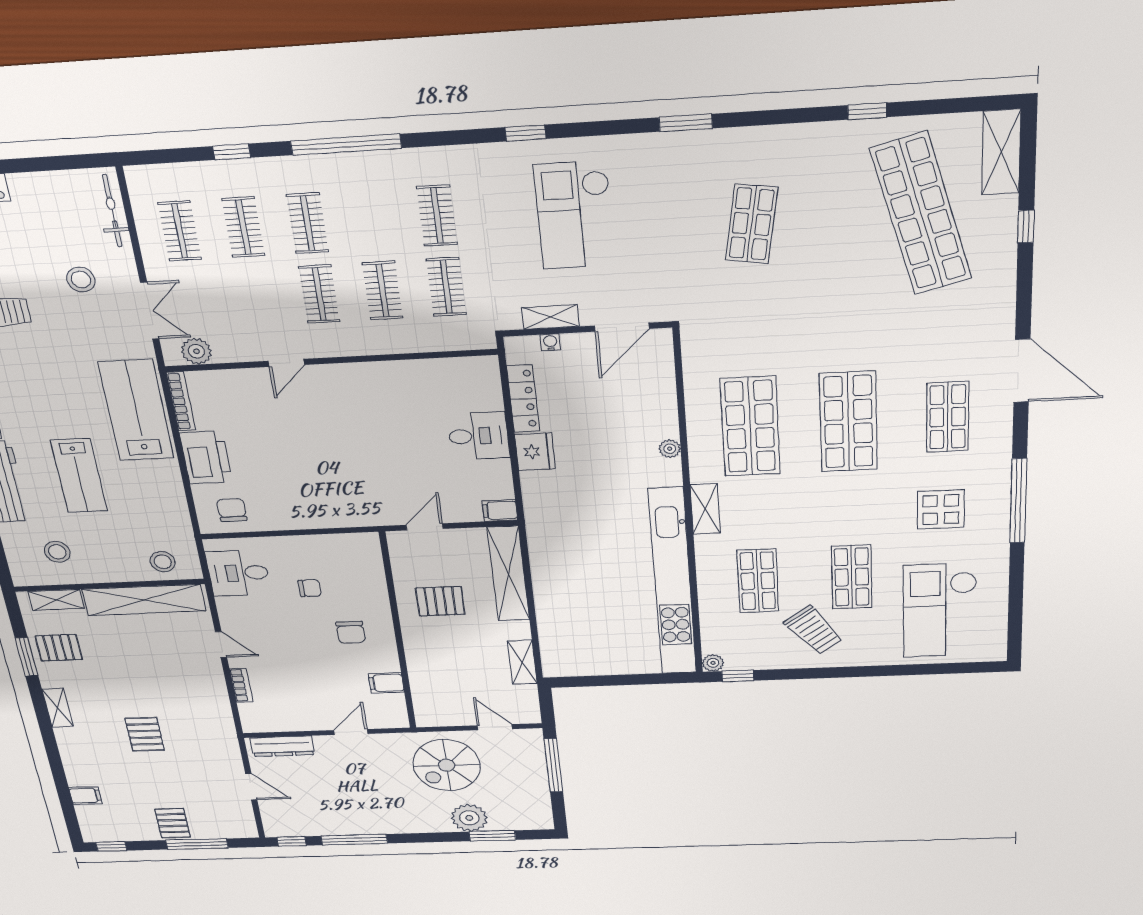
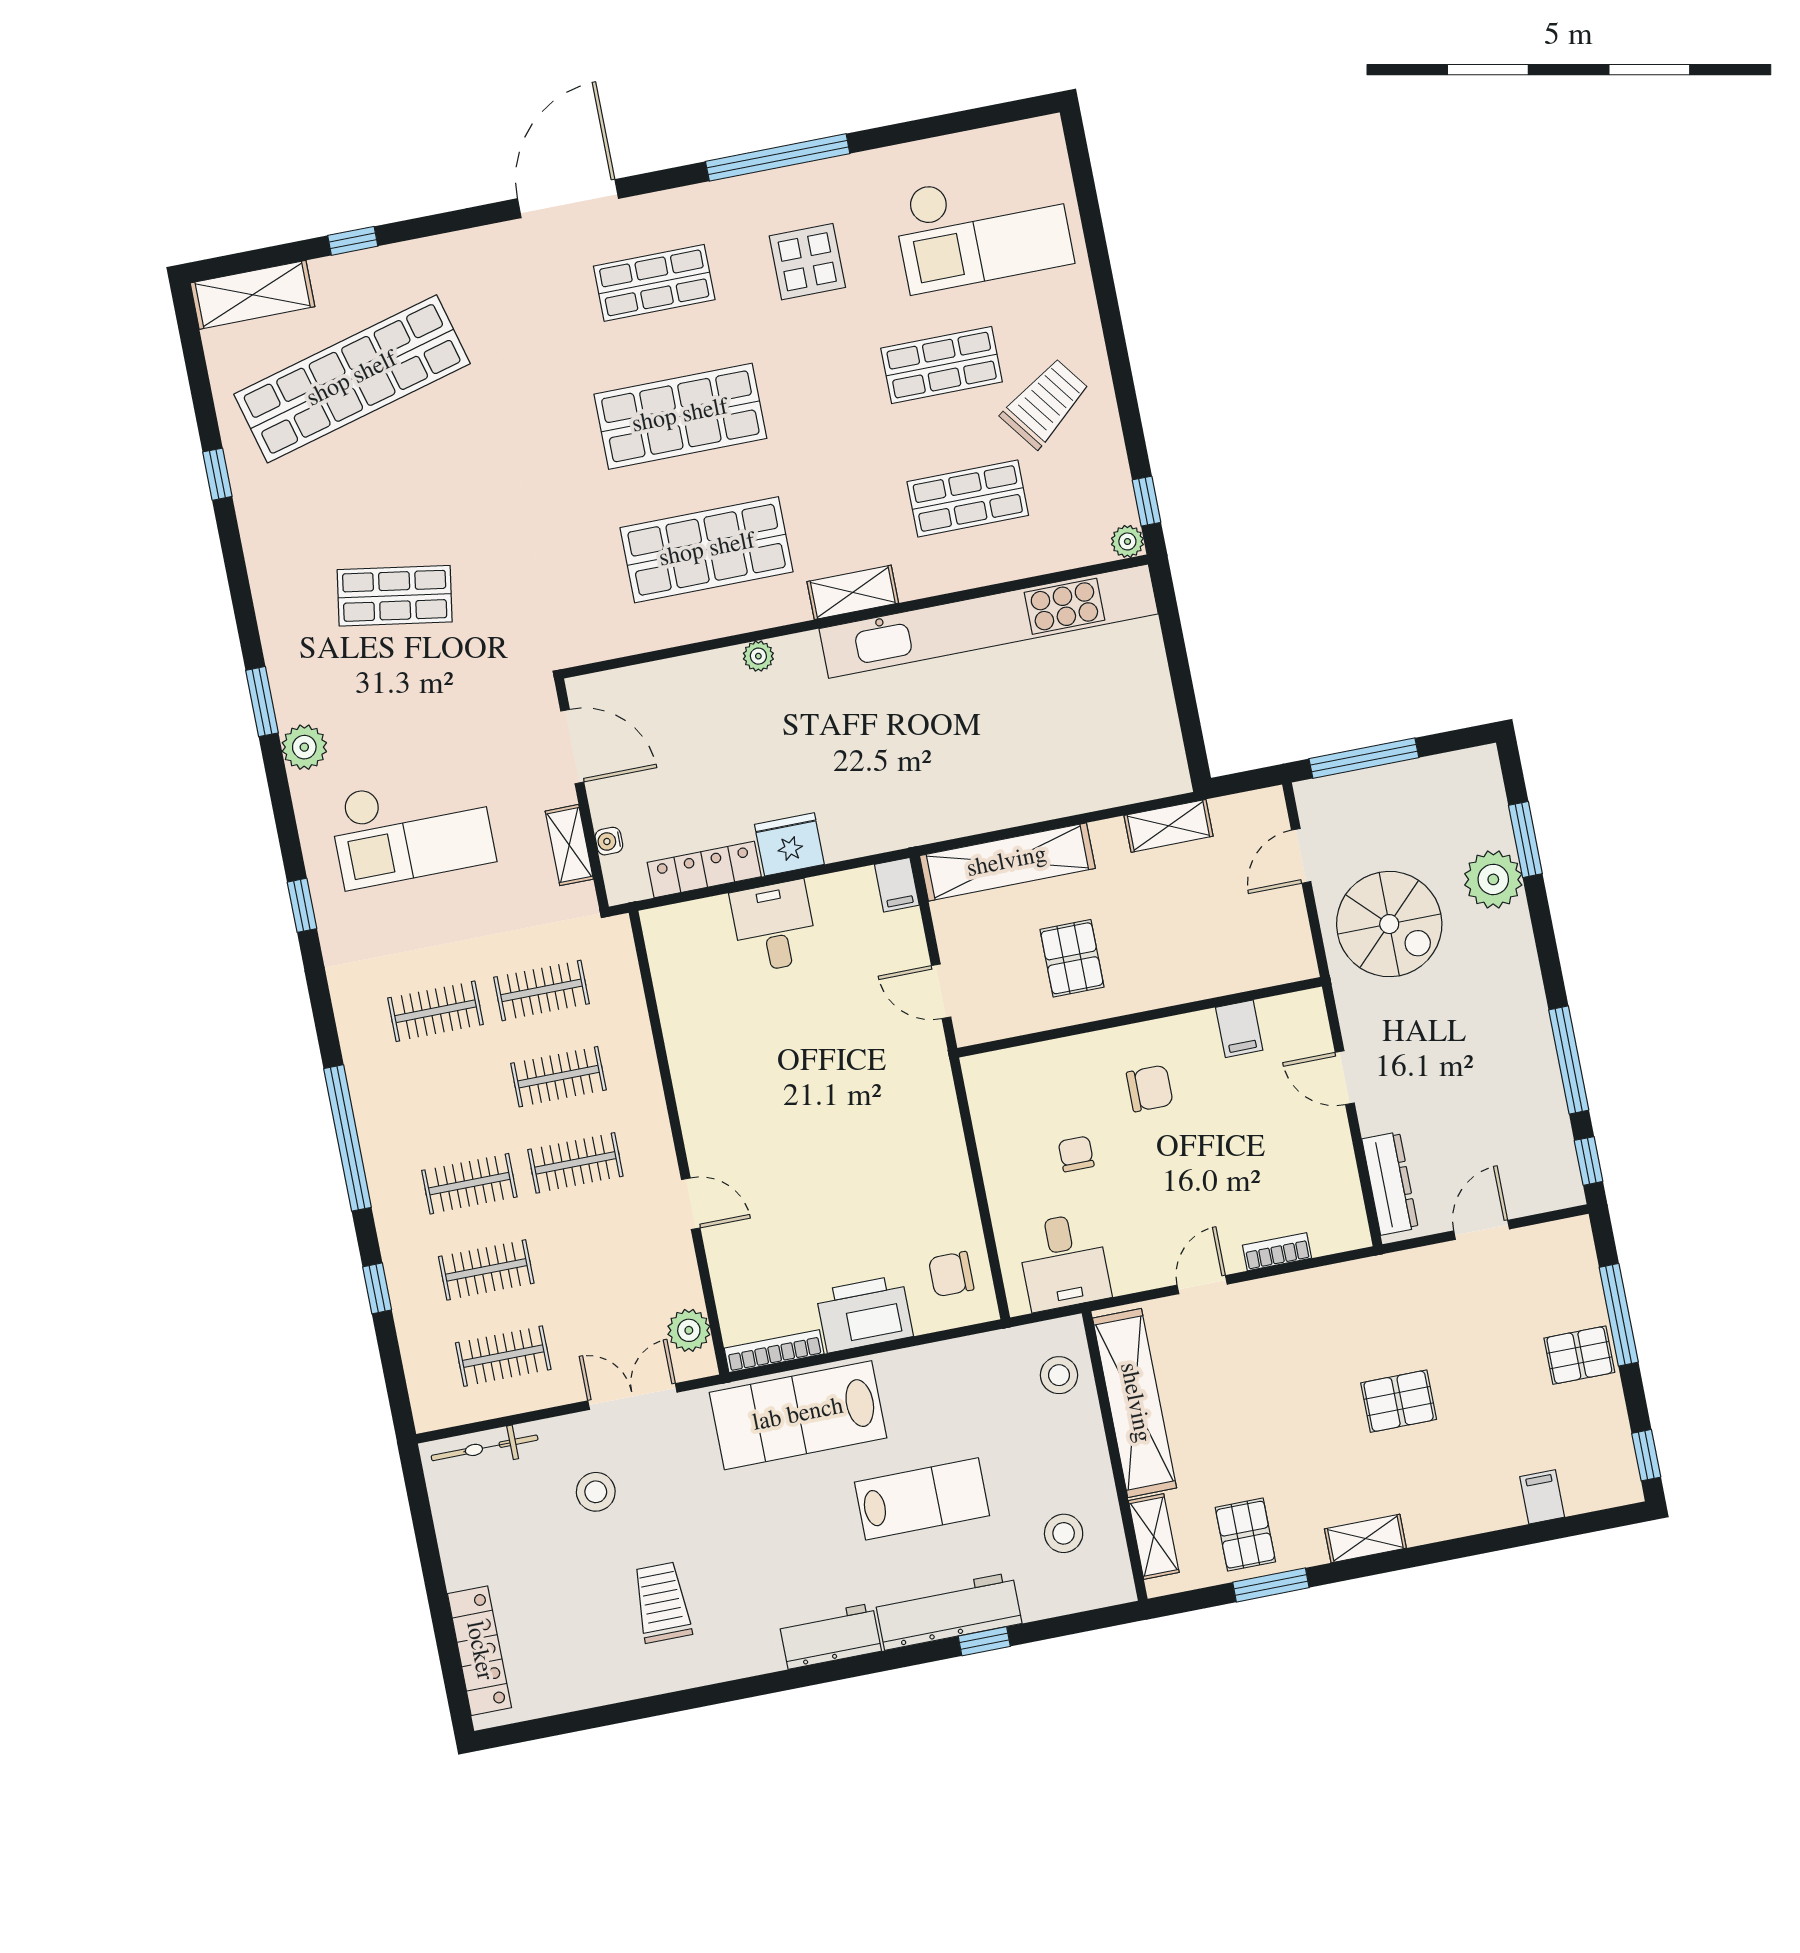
plant: (646, 149) -> (304, 747), added

